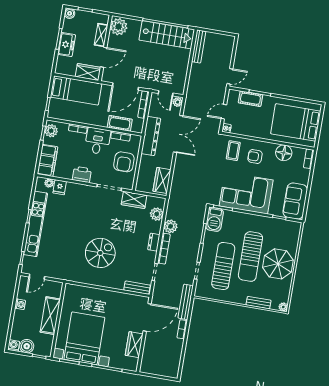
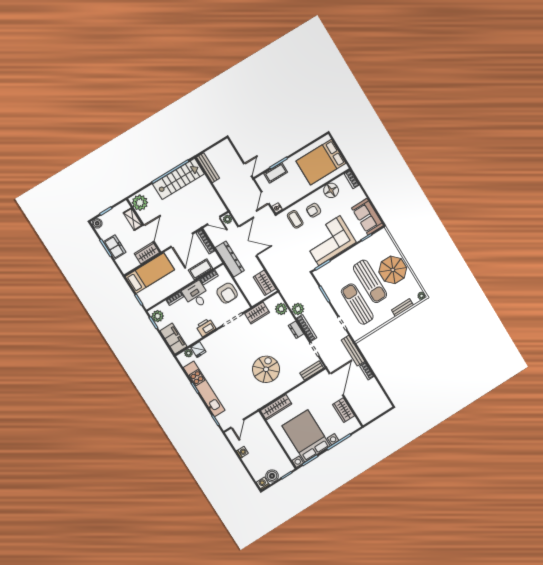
barbecue: (215, 219) -> (324, 278), removed
wardrobe: (81, 292) -> (276, 407), added
shelving: (50, 316) -> (270, 441), removed

